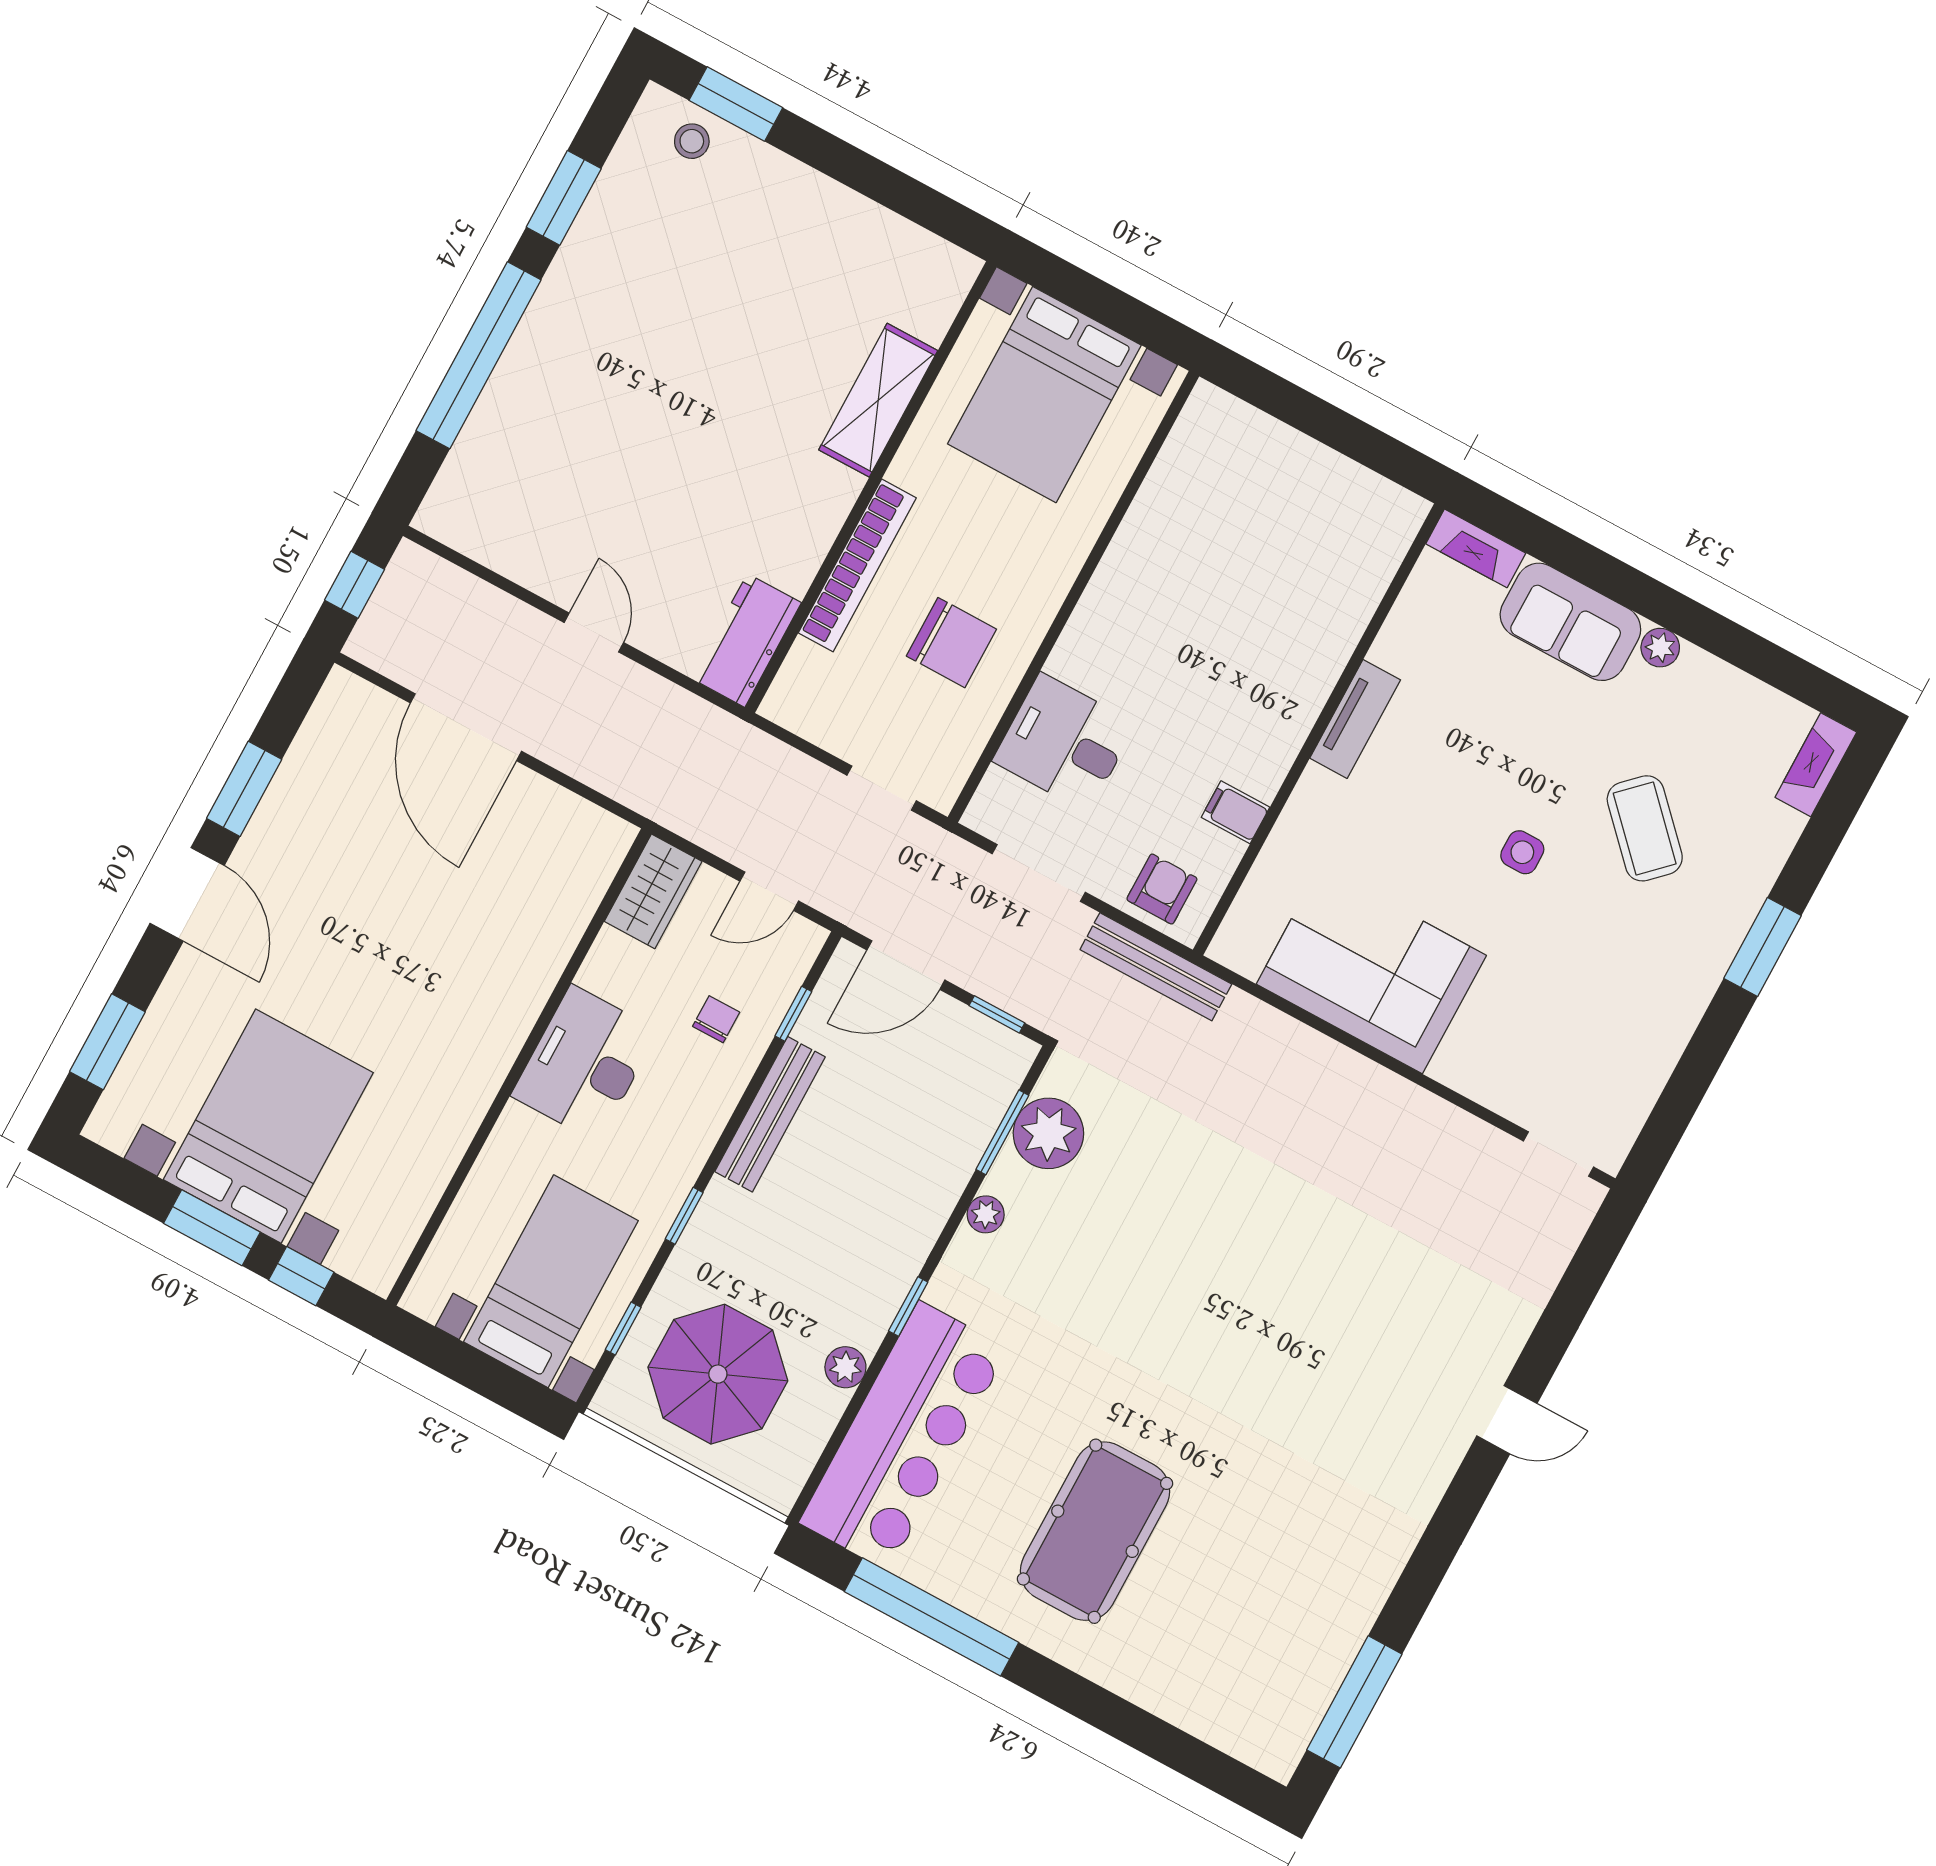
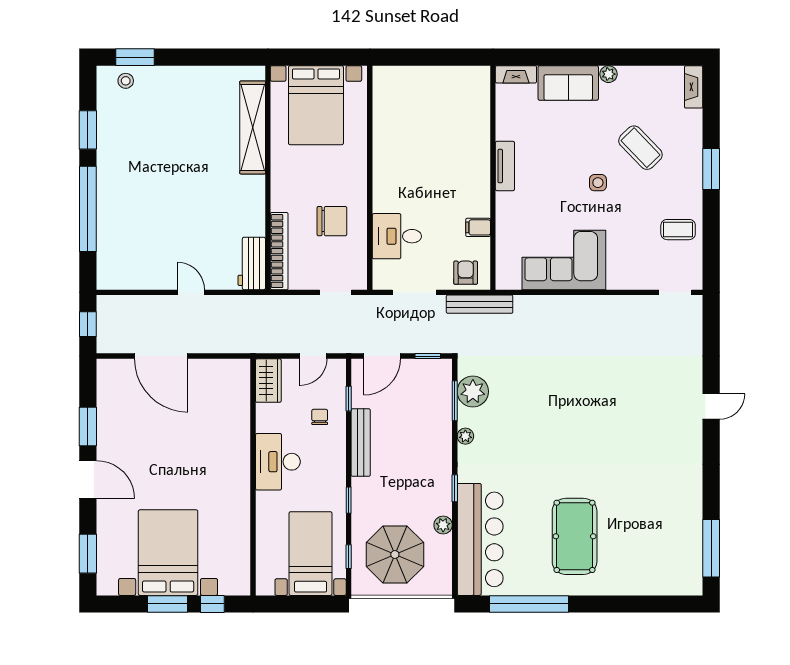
shelving: (878, 400) -> (253, 127), width x1.47
bookcase: (857, 565) -> (279, 251), moved
coffee table: (1631, 1032) -> (678, 230), added

